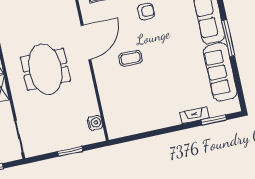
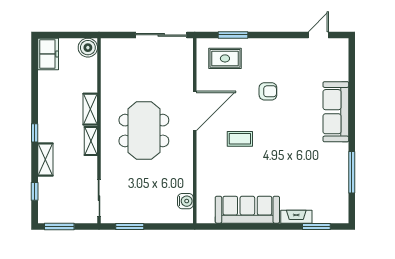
window: (228, 38) -> (352, 172), moved
sofa: (220, 72) -> (247, 210), moved, turned 90
window: (70, 151) -> (130, 226), moved

